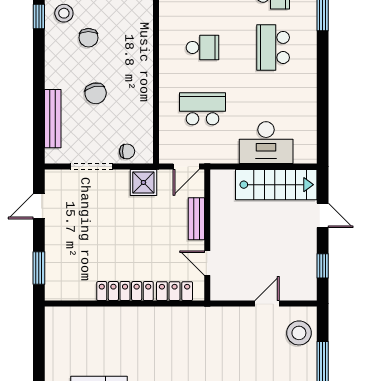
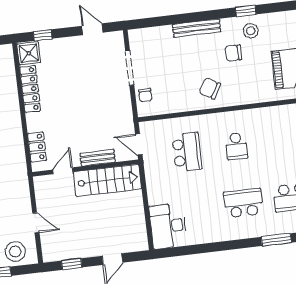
chair: (96, 93) -> (210, 88), moved, turned 43
bench: (53, 119) -> (197, 28), moved
desk: (266, 143) -> (168, 226), moved
shower: (143, 182) -> (29, 53), moved
stairs: (276, 185) -> (108, 180), moved, turned -90
window: (39, 268) -> (43, 35), width x0.67
locker: (125, 291) -> (30, 89), moved

